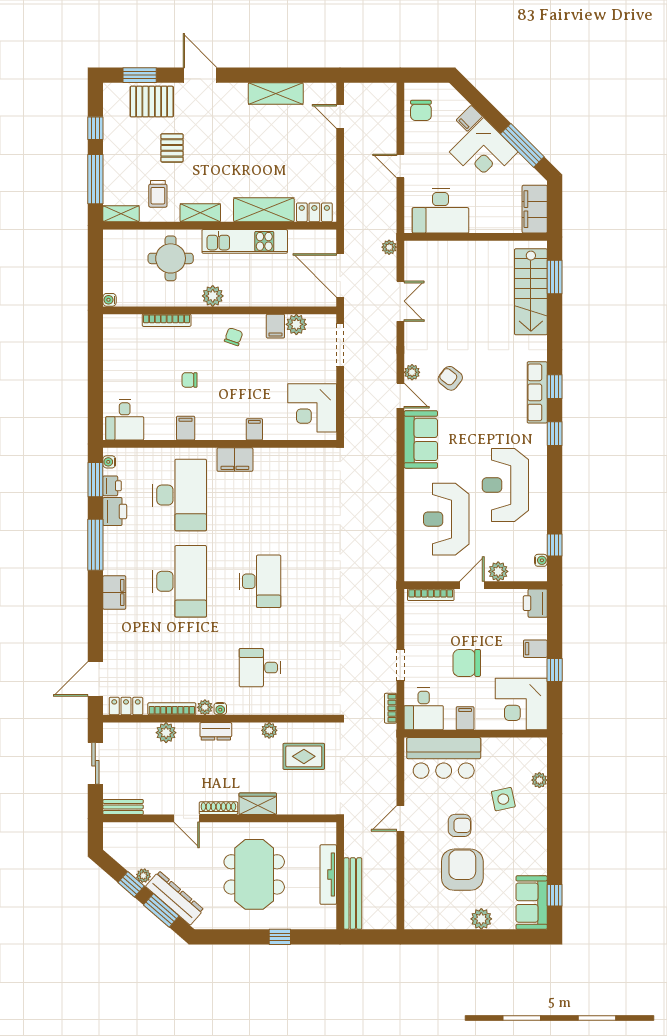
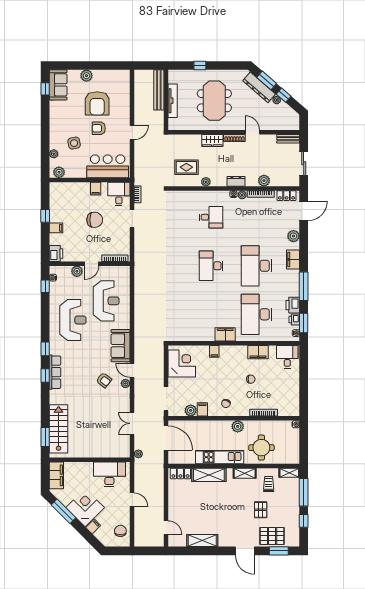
filing cabinet: (186, 428) -> (258, 352), width x2.00
plant: (114, 634) -> (293, 236), added
corner desk: (521, 704) -> (64, 197), removed
plant: (530, 747) -> (59, 172), added

